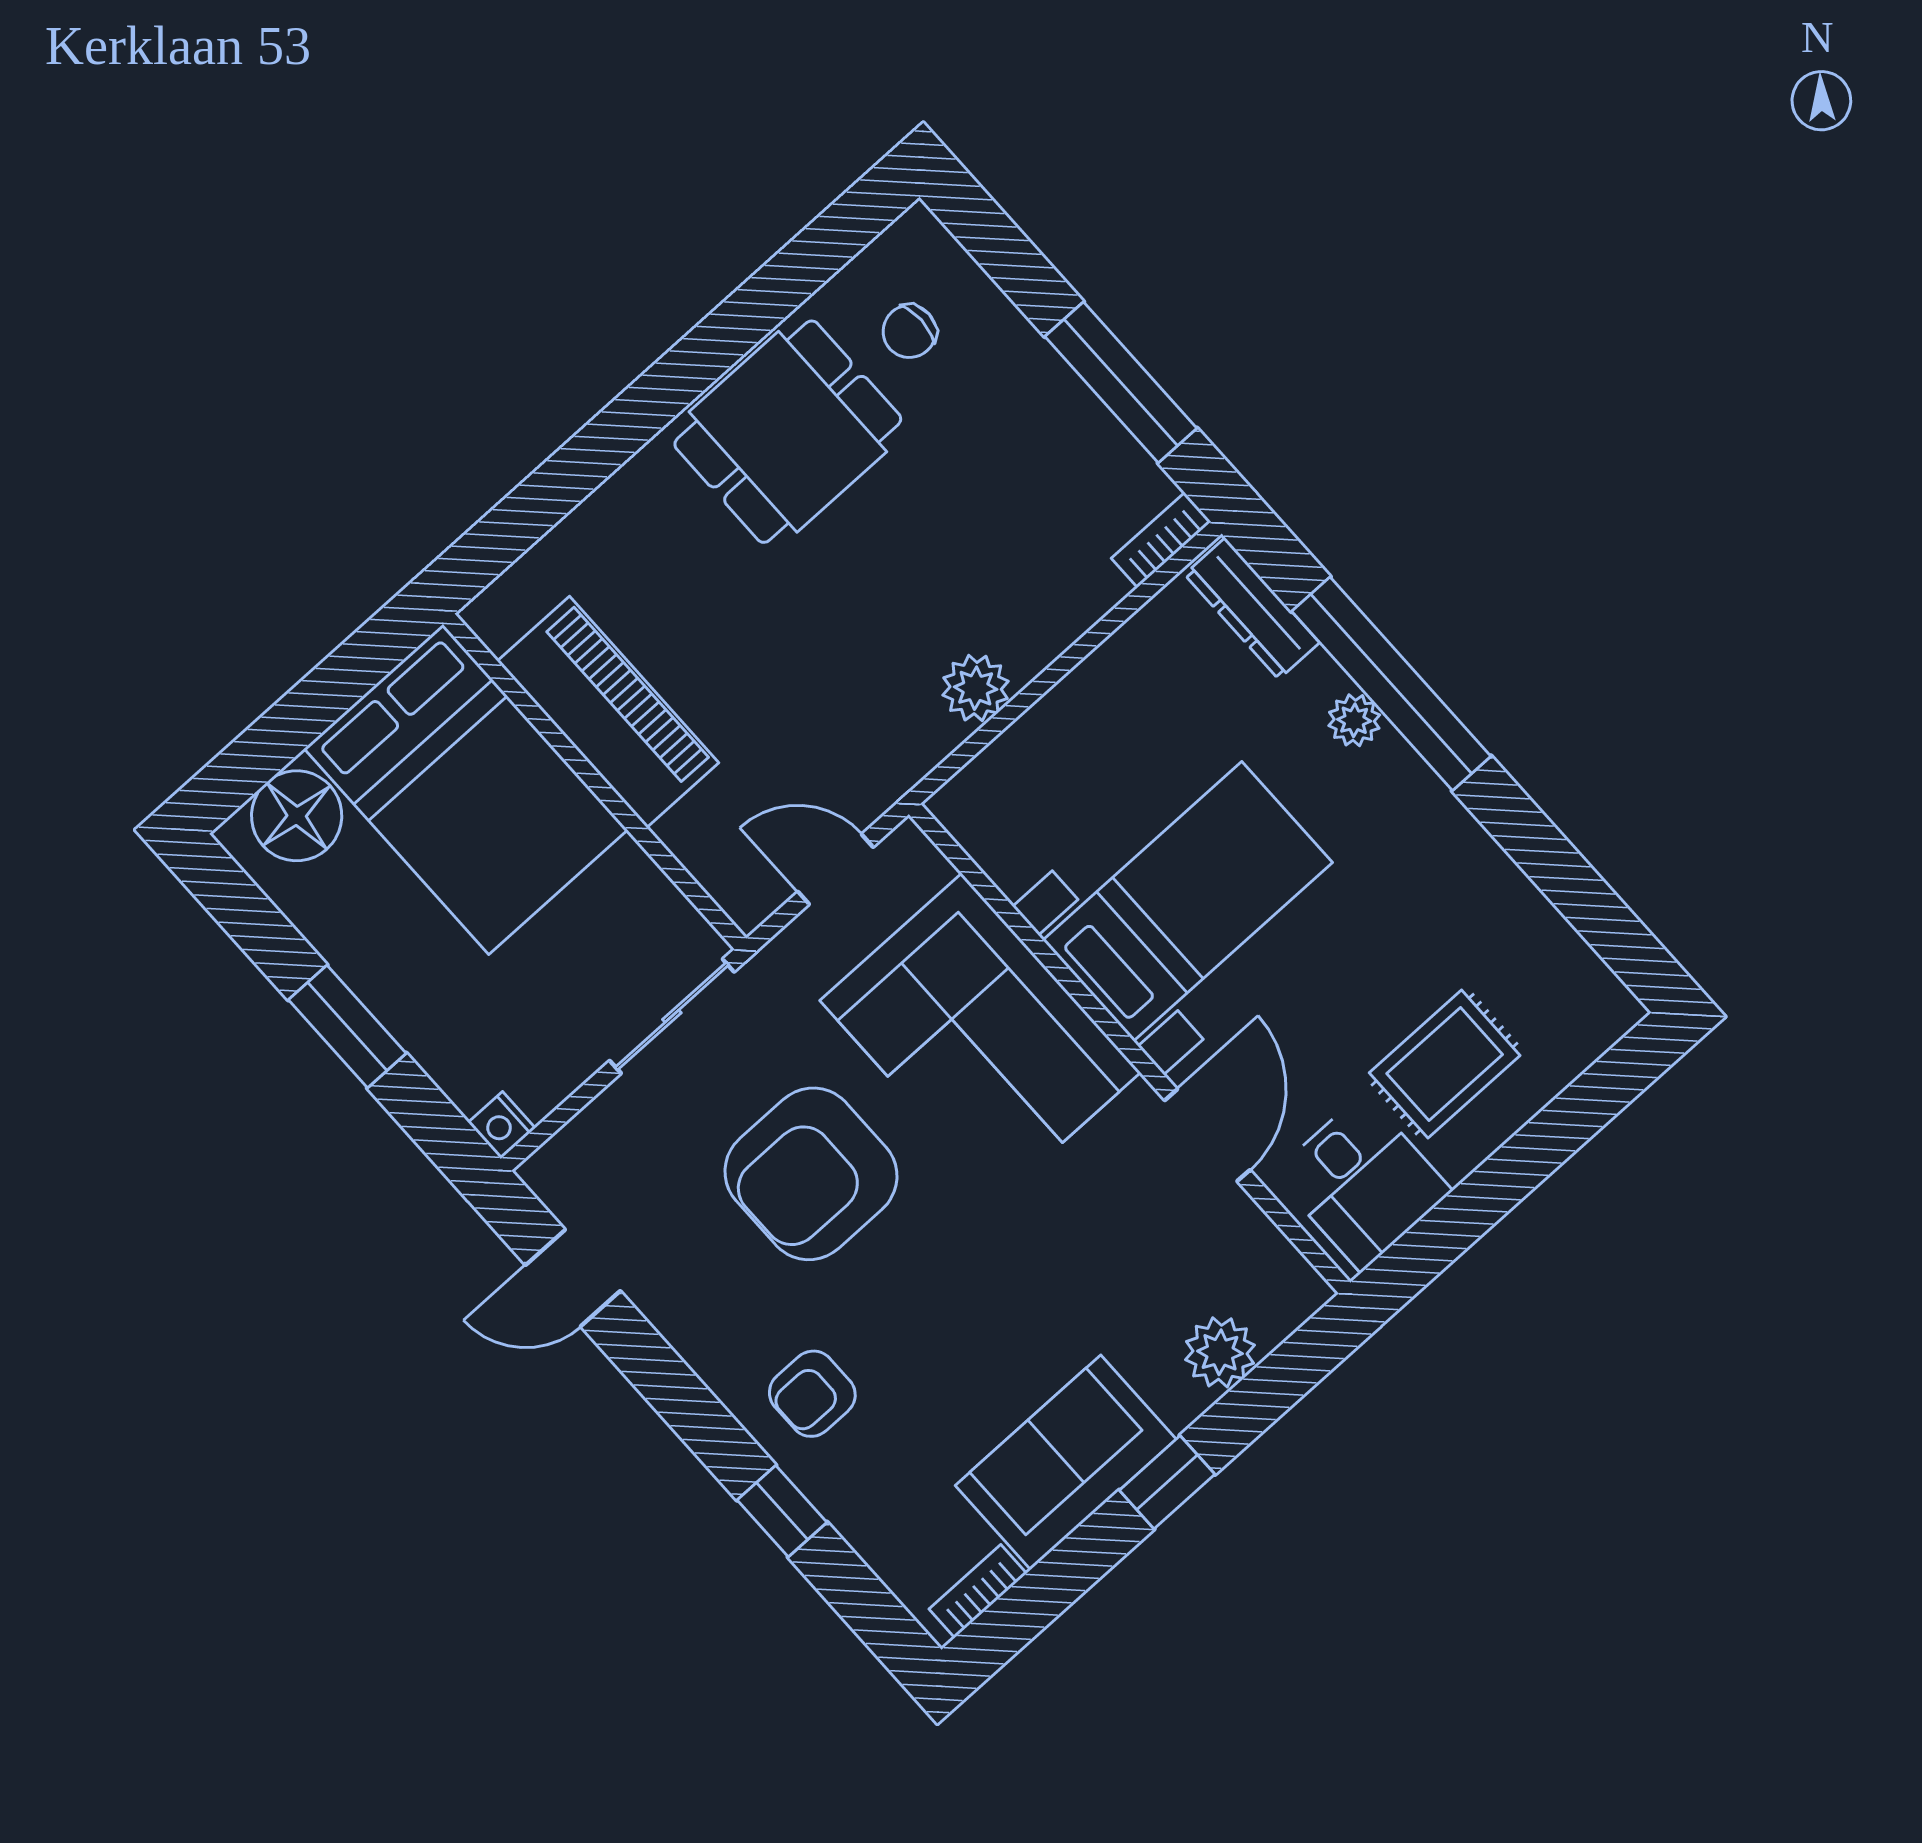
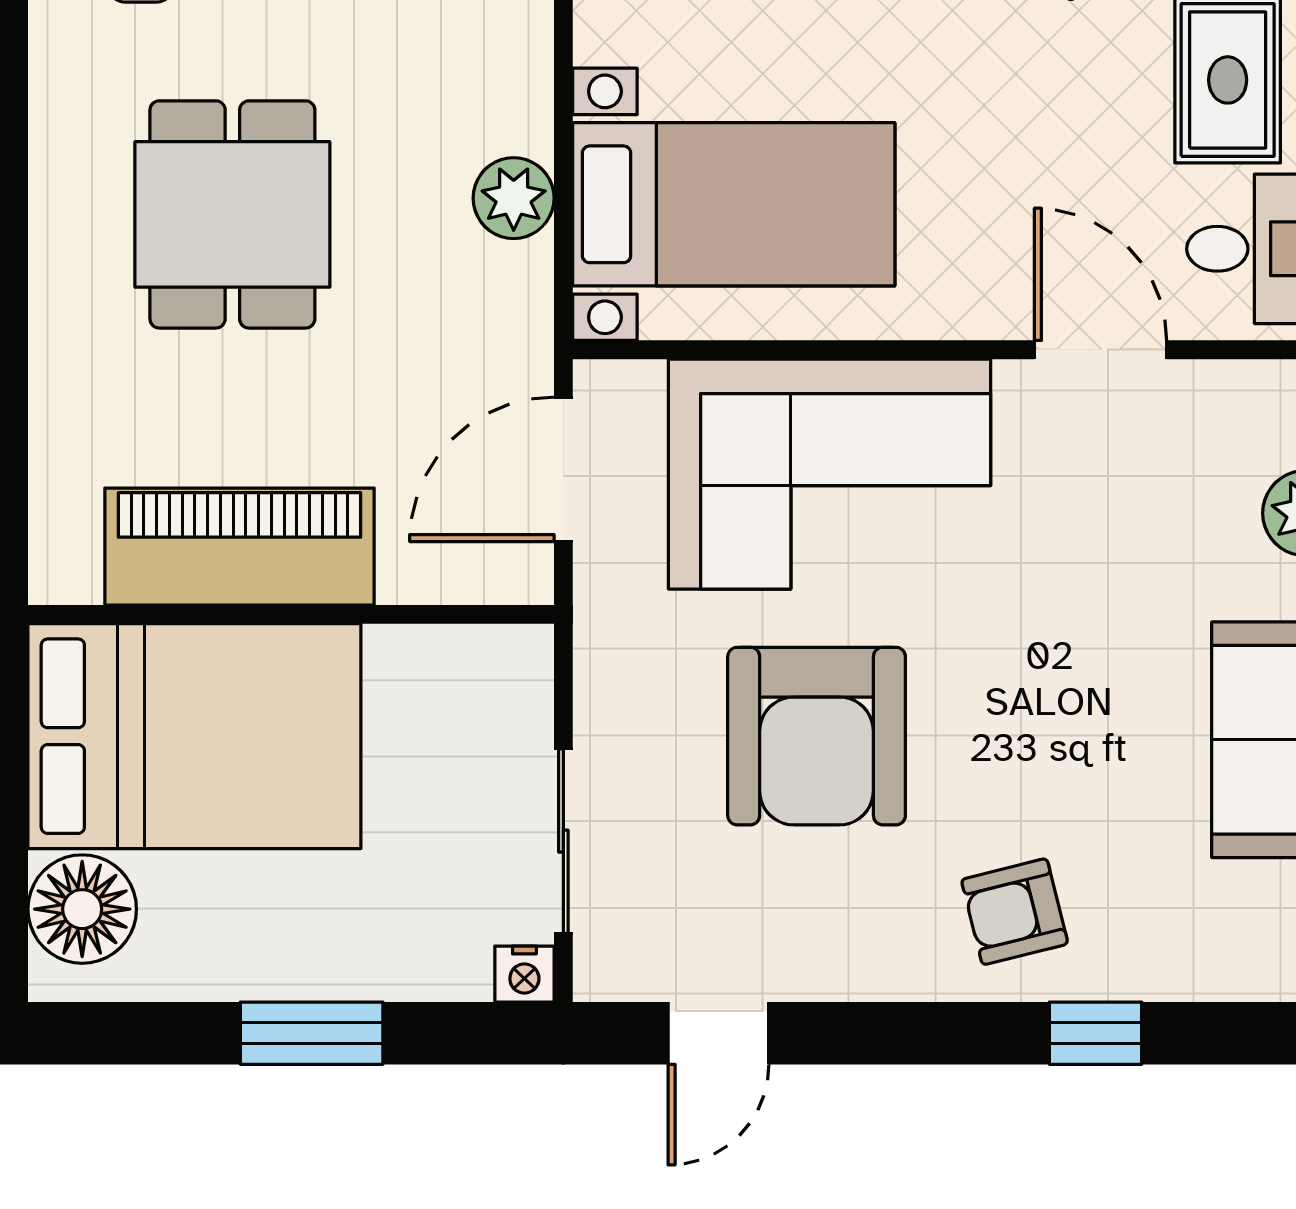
dining table: (788, 432) -> (232, 214), moved
door: (835, 869) -> (563, 469), width x1.37
bed with nightstands: (1188, 901) -> (734, 204), moved, turned 90
sliding door: (672, 1016) -> (563, 841), moved
armchair: (812, 1394) -> (1015, 912), turned 76

